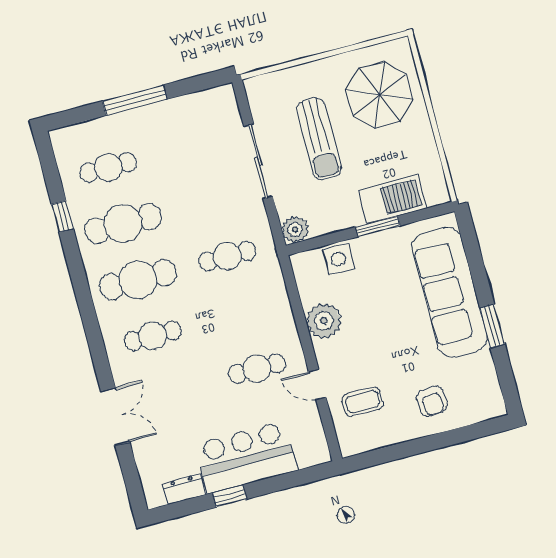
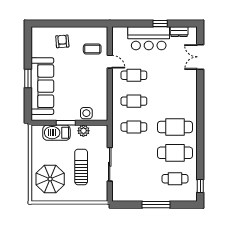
window: (62, 216) -> (200, 186), moved
plant: (295, 230) -> (83, 131), moved
plant: (324, 321) -> (100, 88), removed
window: (492, 326) -> (28, 78), moved
cafe table: (153, 336) -> (134, 101), moved
double door: (115, 416) -> (200, 57), moved

